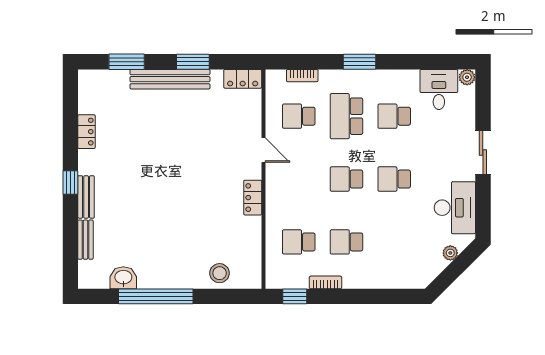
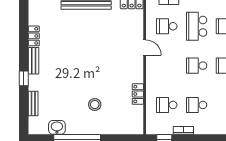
window: (70, 182) -> (24, 78), moved
bench: (86, 197) -> (34, 61), moved
locker: (253, 198) -> (138, 94), moved
stool: (220, 273) -> (95, 105), moved

